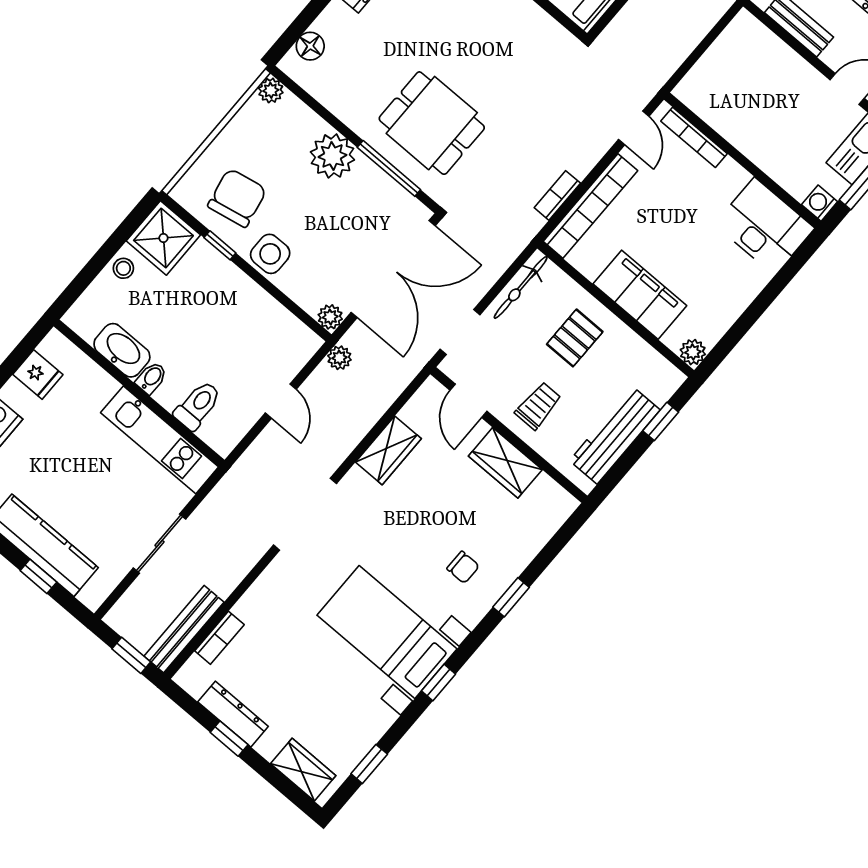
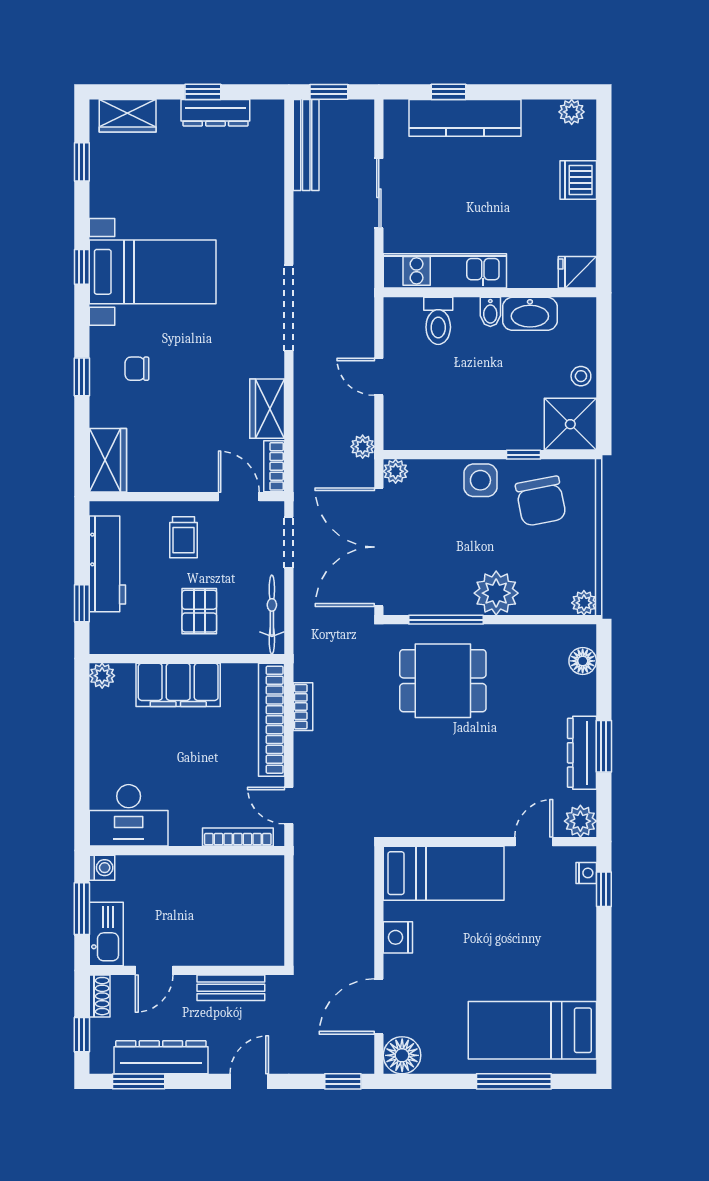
fridge: (38, 375) -> (577, 272), moved
wardrobe: (505, 463) -> (108, 460), moved, turned 90
bookcase: (219, 638) -> (274, 466), moved

